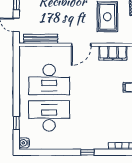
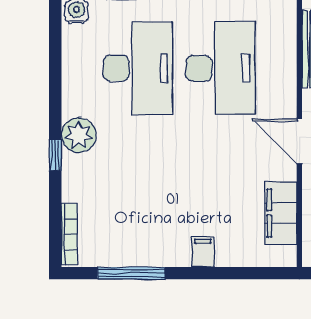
desk: (49, 79) -> (221, 68), turned 180
plant: (79, 142) -> (79, 135), added

